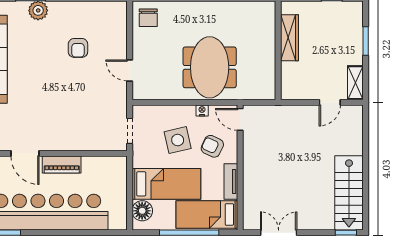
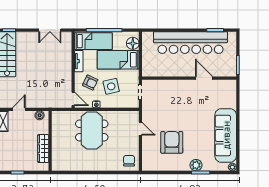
armchair: (78, 48) -> (172, 142), width x1.88, depth x1.88
boiler: (296, 92) -> (40, 115), added
piano: (62, 165) -> (182, 71), removed

